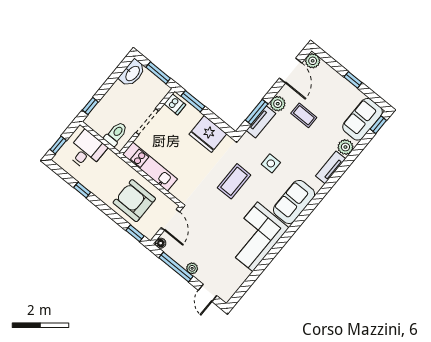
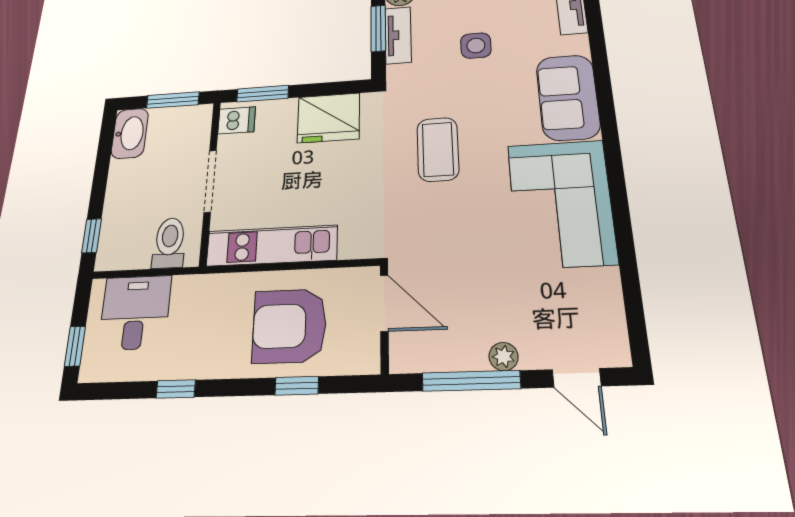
side table: (271, 163) -> (476, 46), moved
window: (135, 233) -> (297, 386), moved
floor lamp: (161, 243) -> (403, 361), removed

